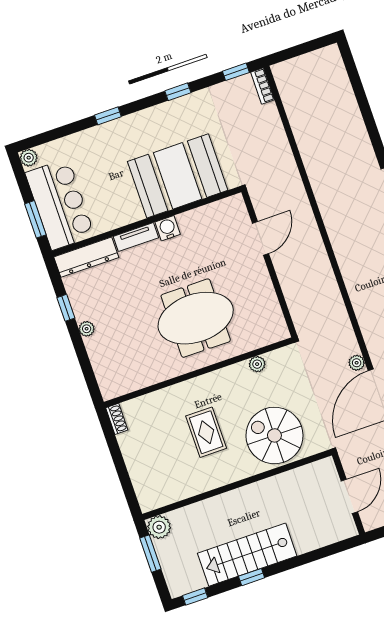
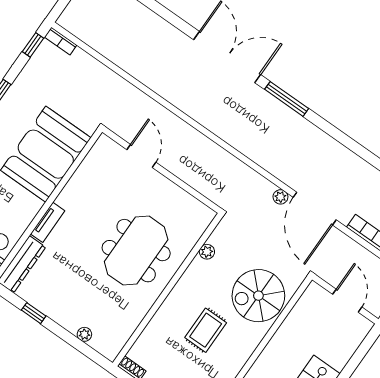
water cooler: (168, 228) -> (67, 199), removed
plant: (87, 329) -> (84, 334), moved
rug: (206, 432) -> (206, 330), turned 90

